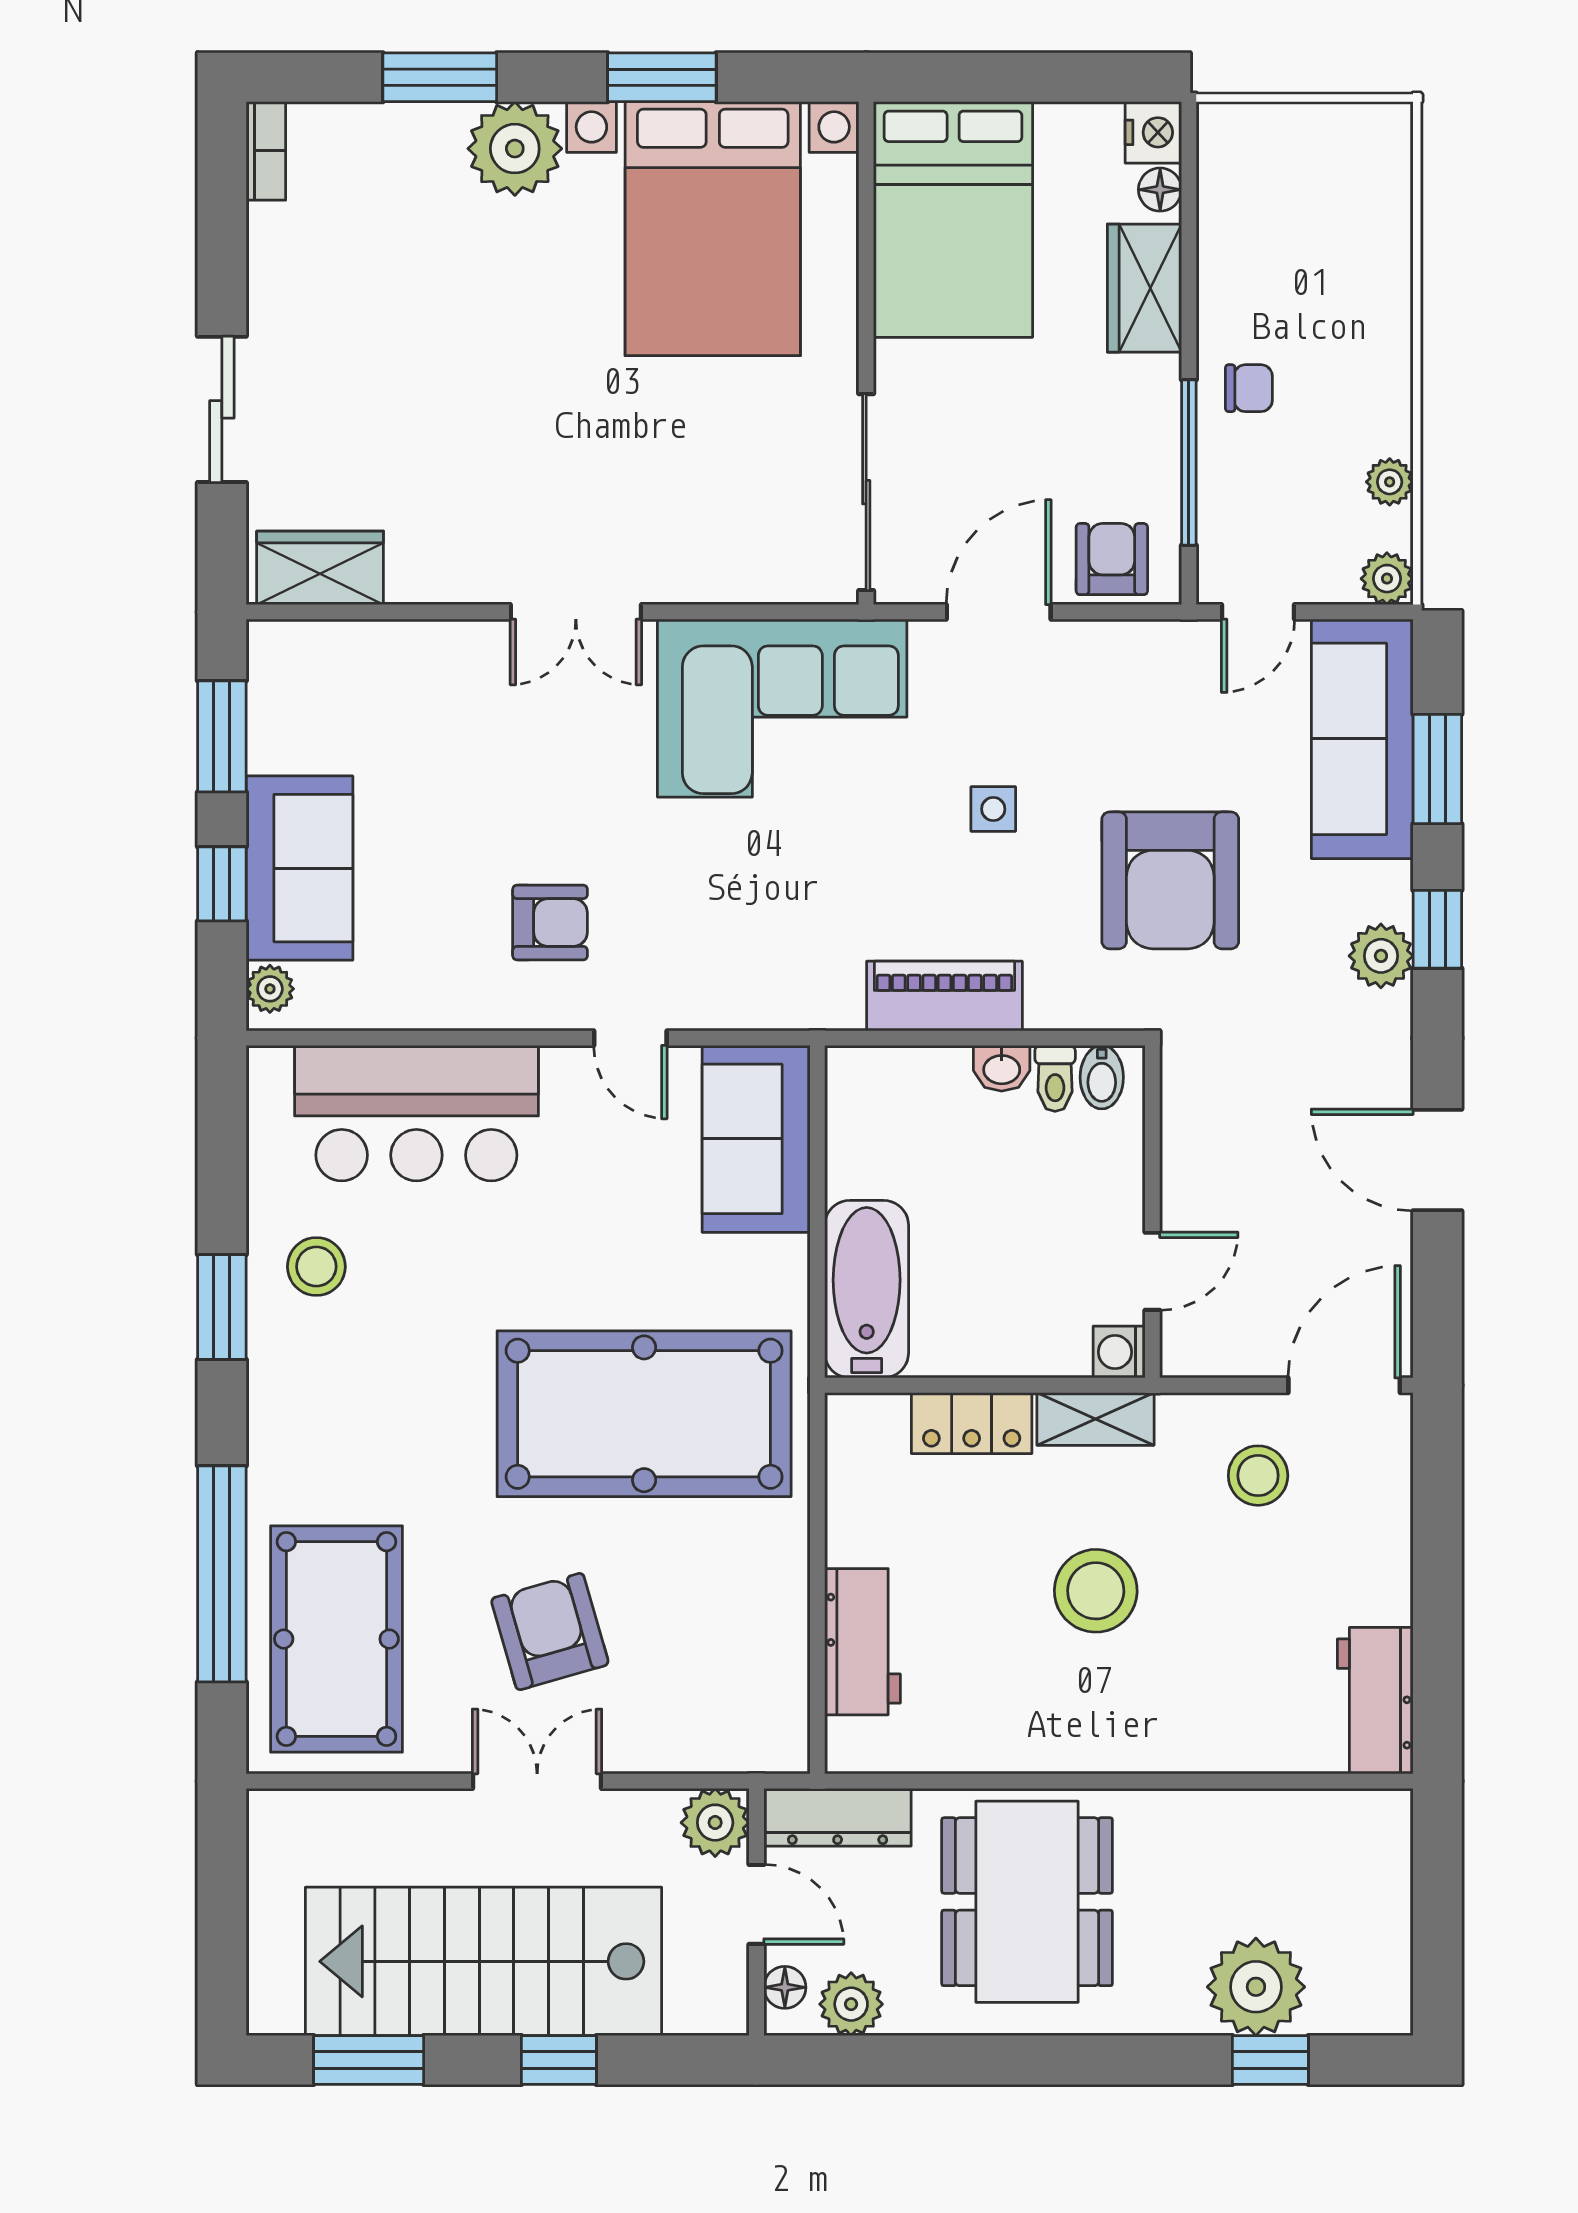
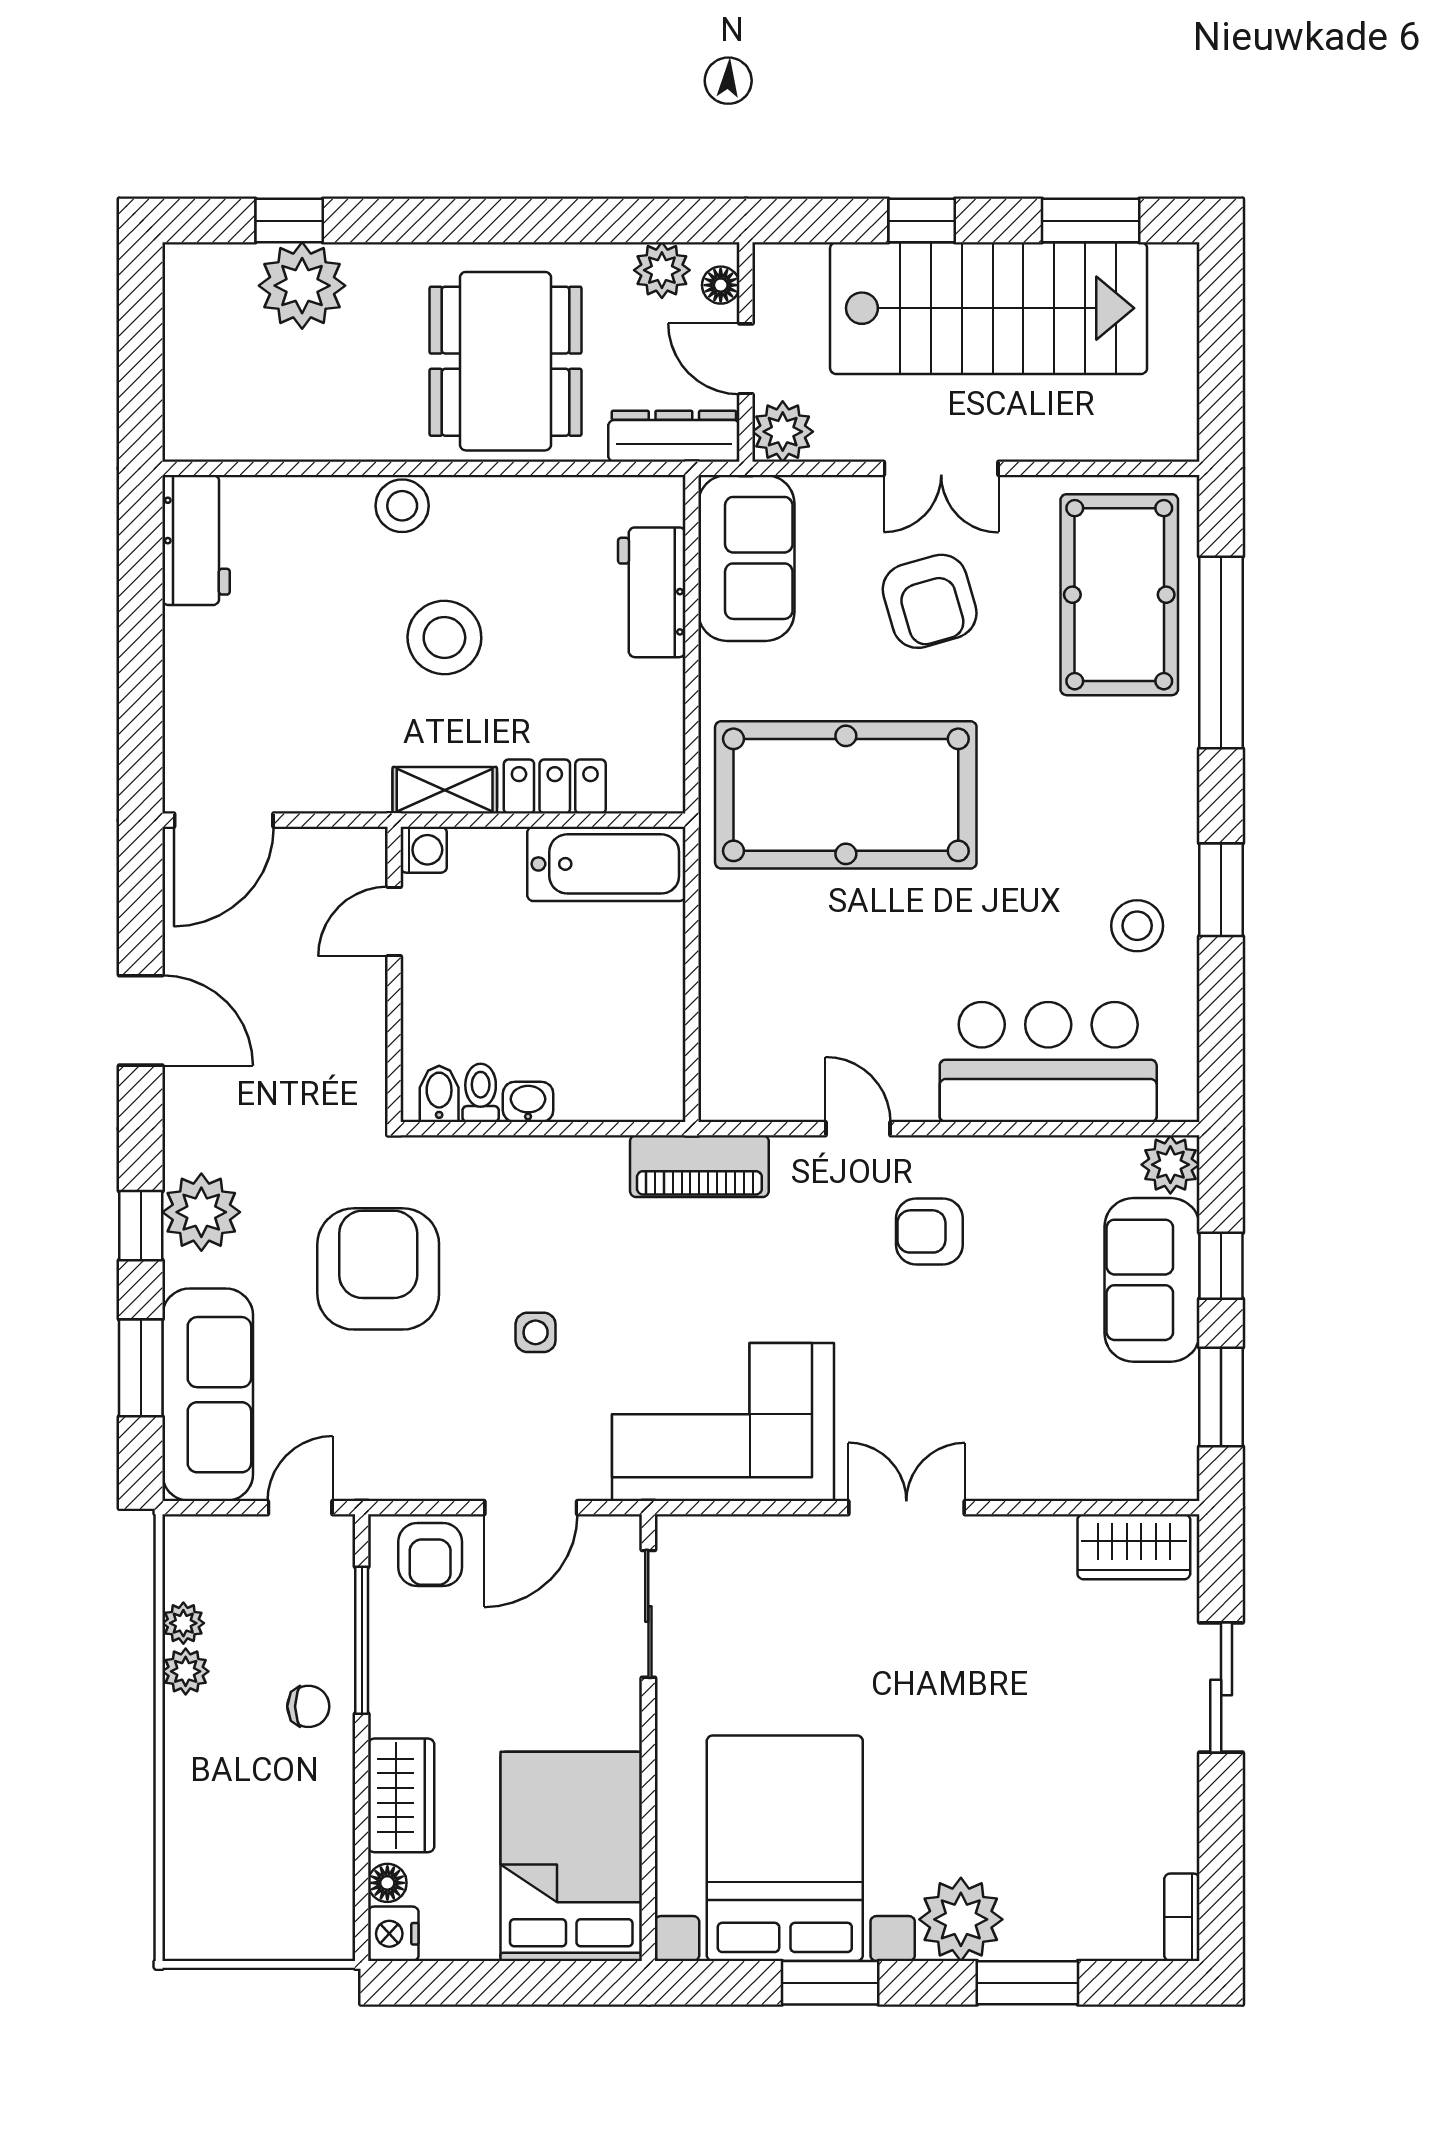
chair: (1249, 388) -> (308, 1706), turned 180
sliding door: (866, 492) -> (648, 1614), width x0.73
plant: (1387, 579) -> (186, 1671), moved
plant: (1381, 956) -> (201, 1212), width x1.36, depth x1.36
plant: (270, 989) -> (1170, 1165), width x1.38, depth x1.38
piano: (944, 996) -> (699, 1166), moved
sofa: (756, 1139) -> (746, 558), moved
bathtub: (867, 1289) -> (606, 864), moved, turned -90
stool: (1258, 1476) -> (402, 506), moved

